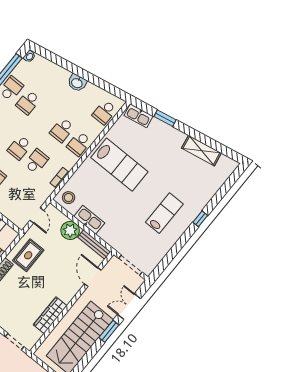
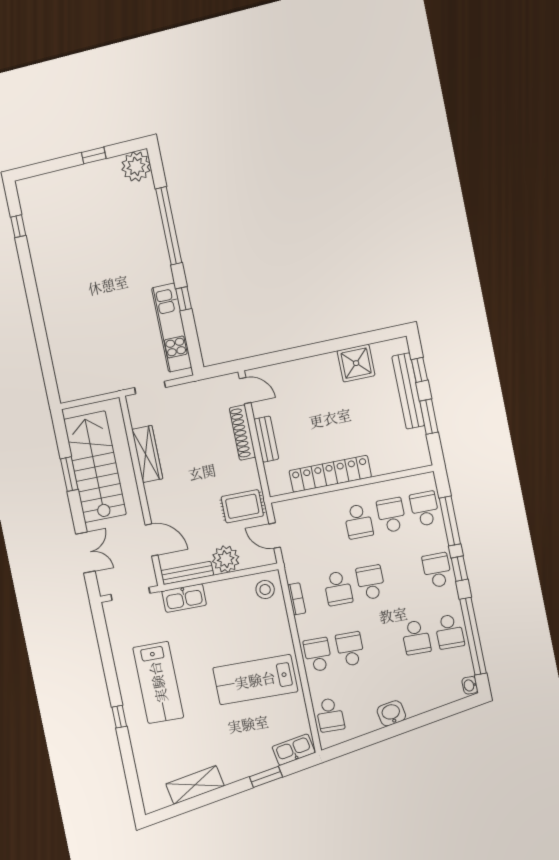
school desk: (28, 102) -> (416, 637), turned 180
school desk: (104, 112) -> (330, 715), turned 180
lab bench: (164, 213) -> (158, 682), width x1.36, depth x1.39
kitchen sink: (89, 220) -> (184, 598), moved
rug: (28, 255) -> (242, 506), moved, turned 90
window: (109, 331) -> (69, 474), moved

